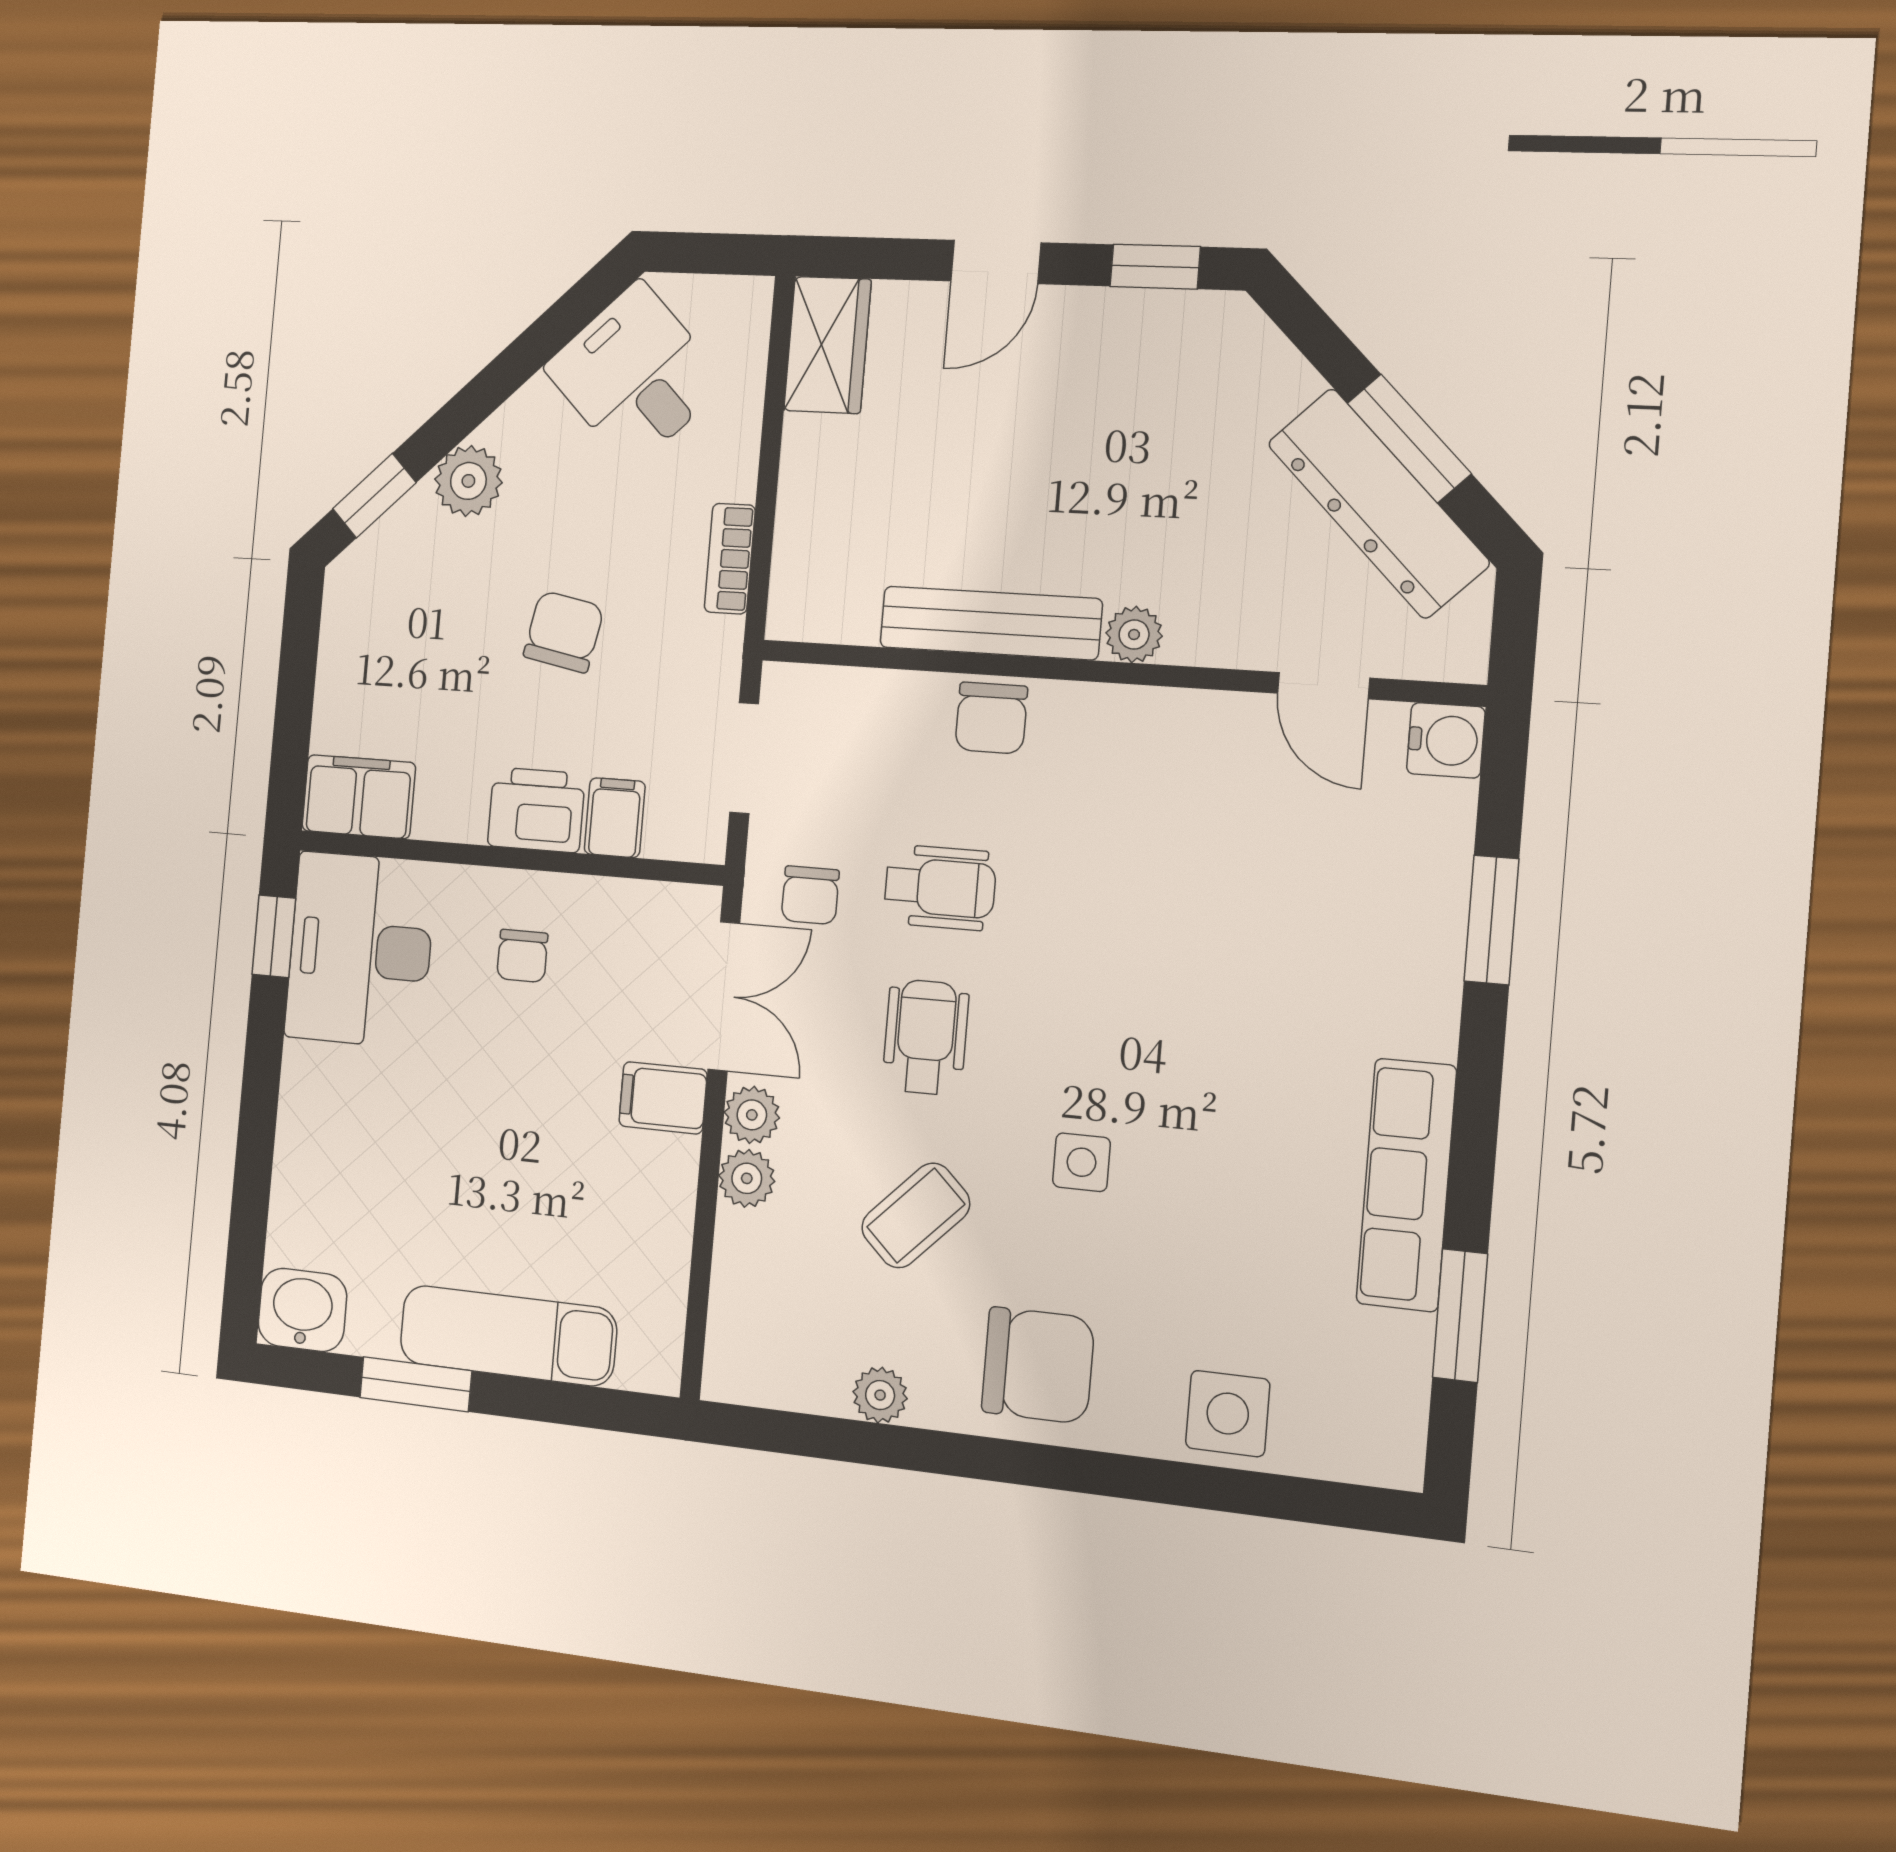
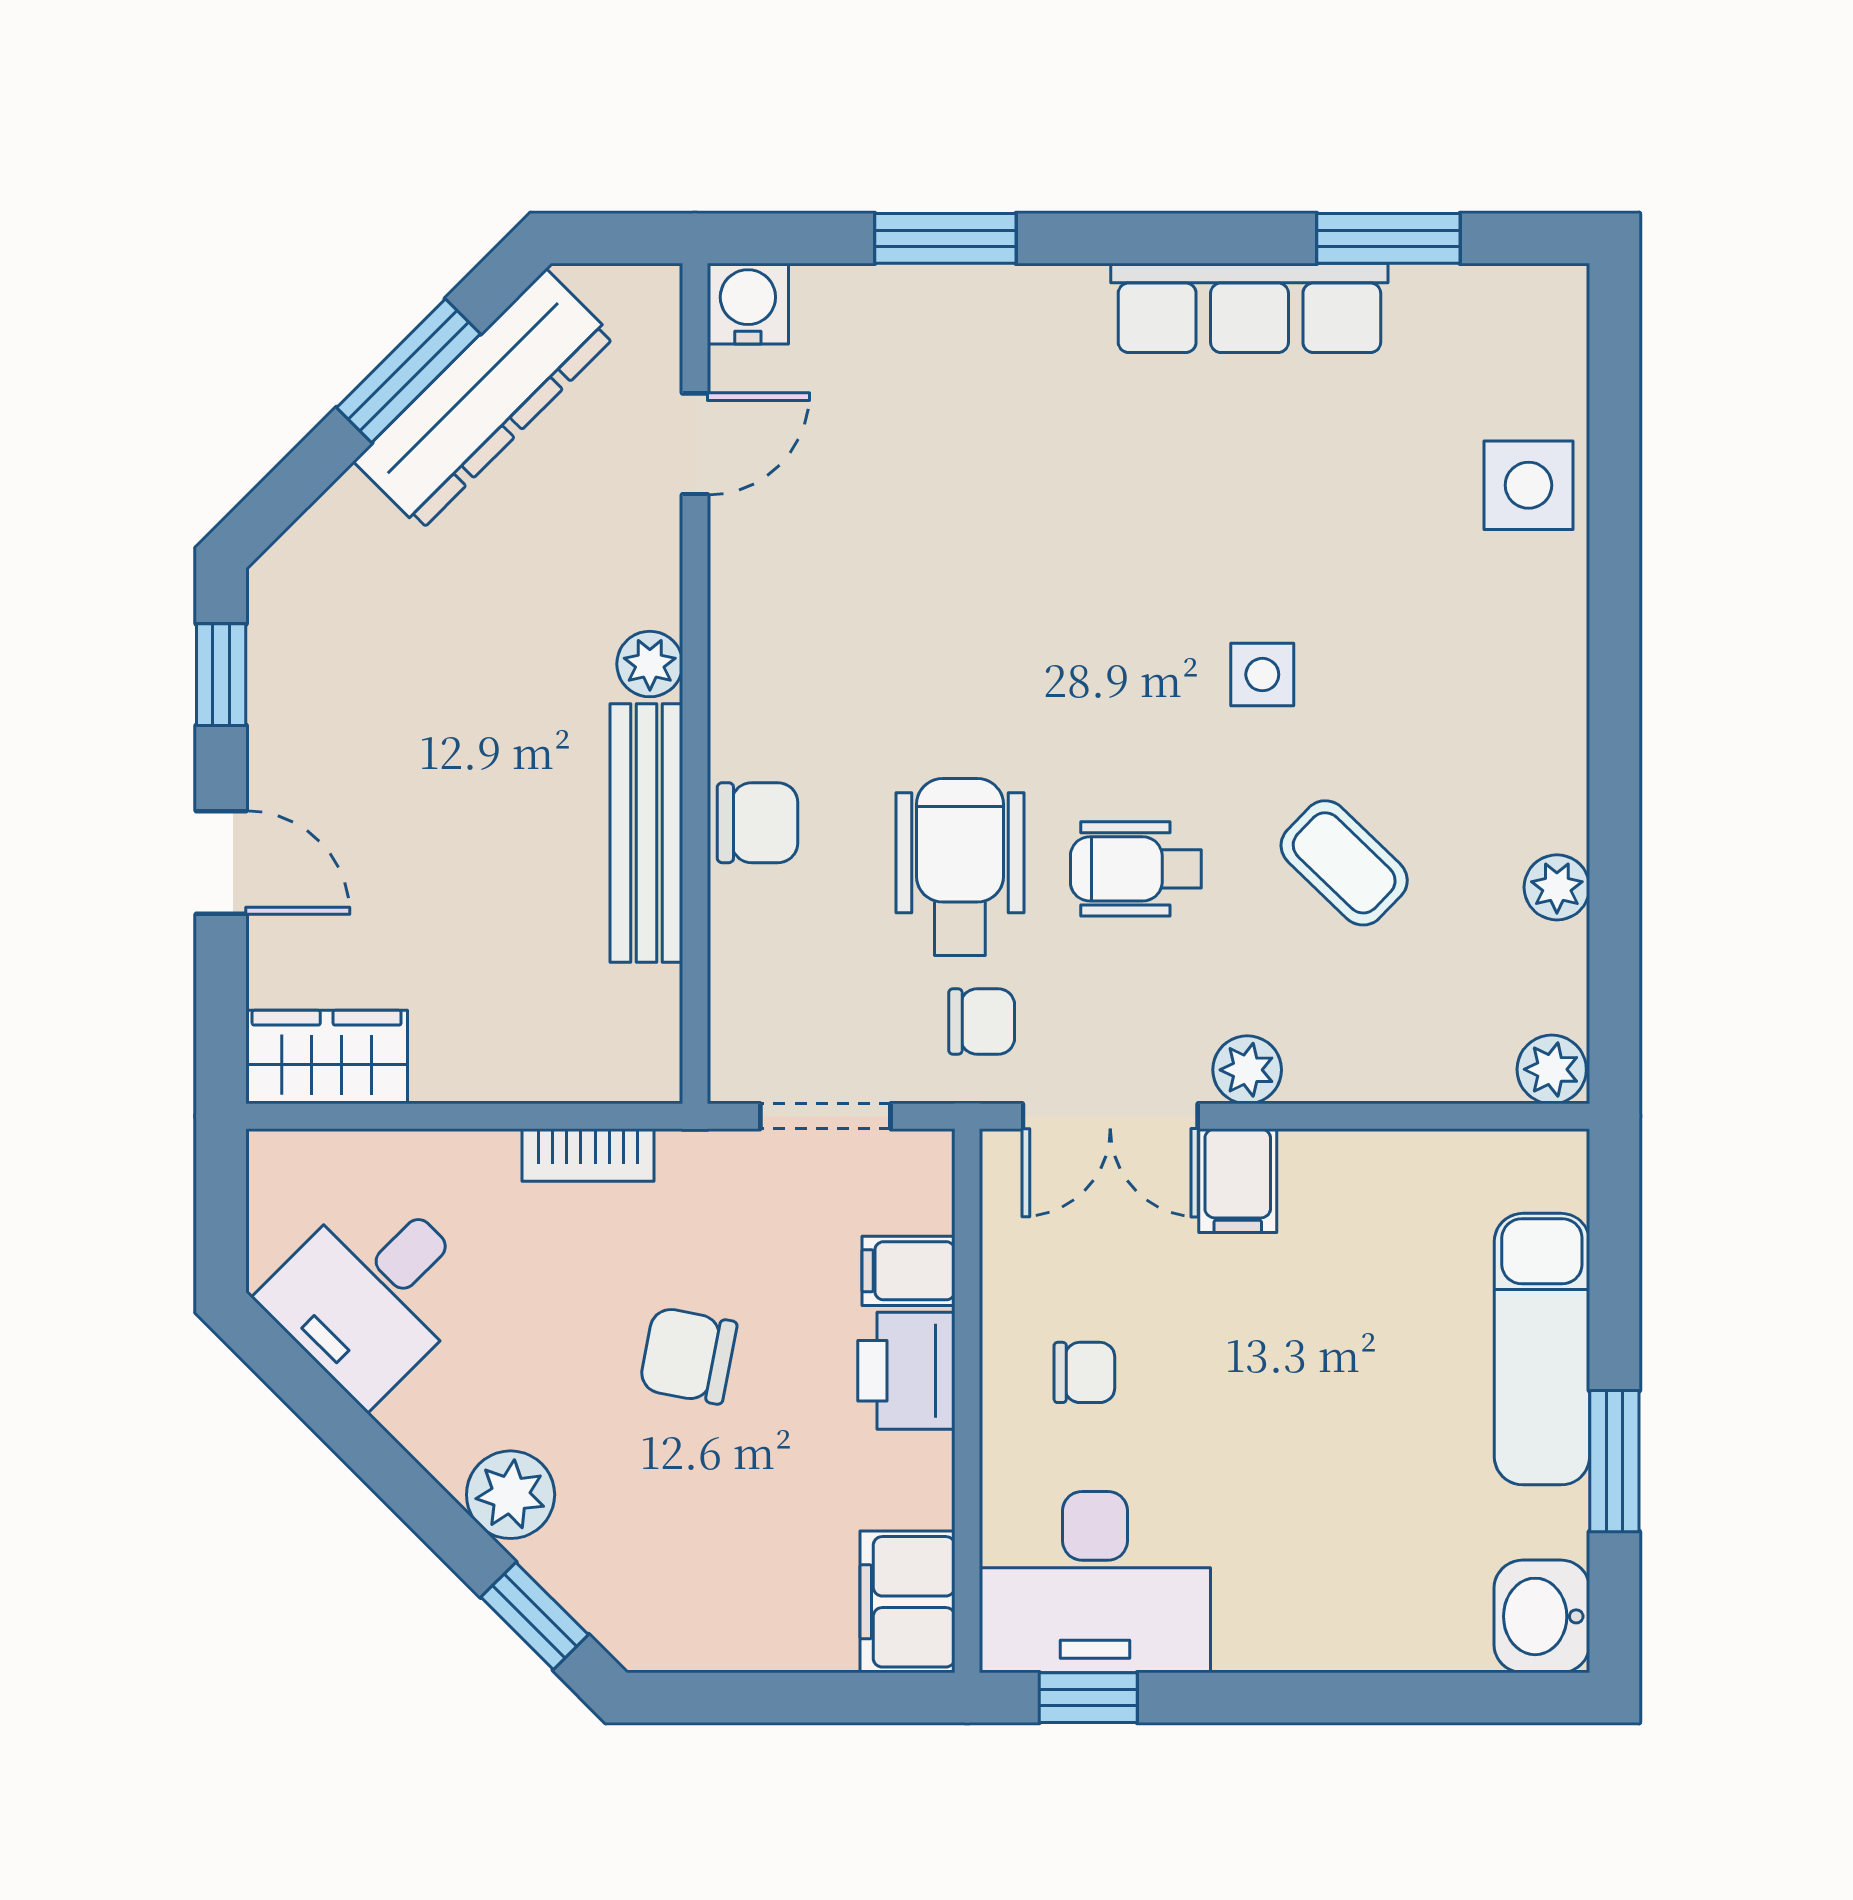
wheelchair: (940, 887) -> (960, 867), width x1.36, depth x1.37
double door: (724, 996) -> (1110, 1116), swing flipped
plant: (747, 1178) -> (1552, 1069), moved
chair: (1038, 1365) -> (1500, 705), removed

